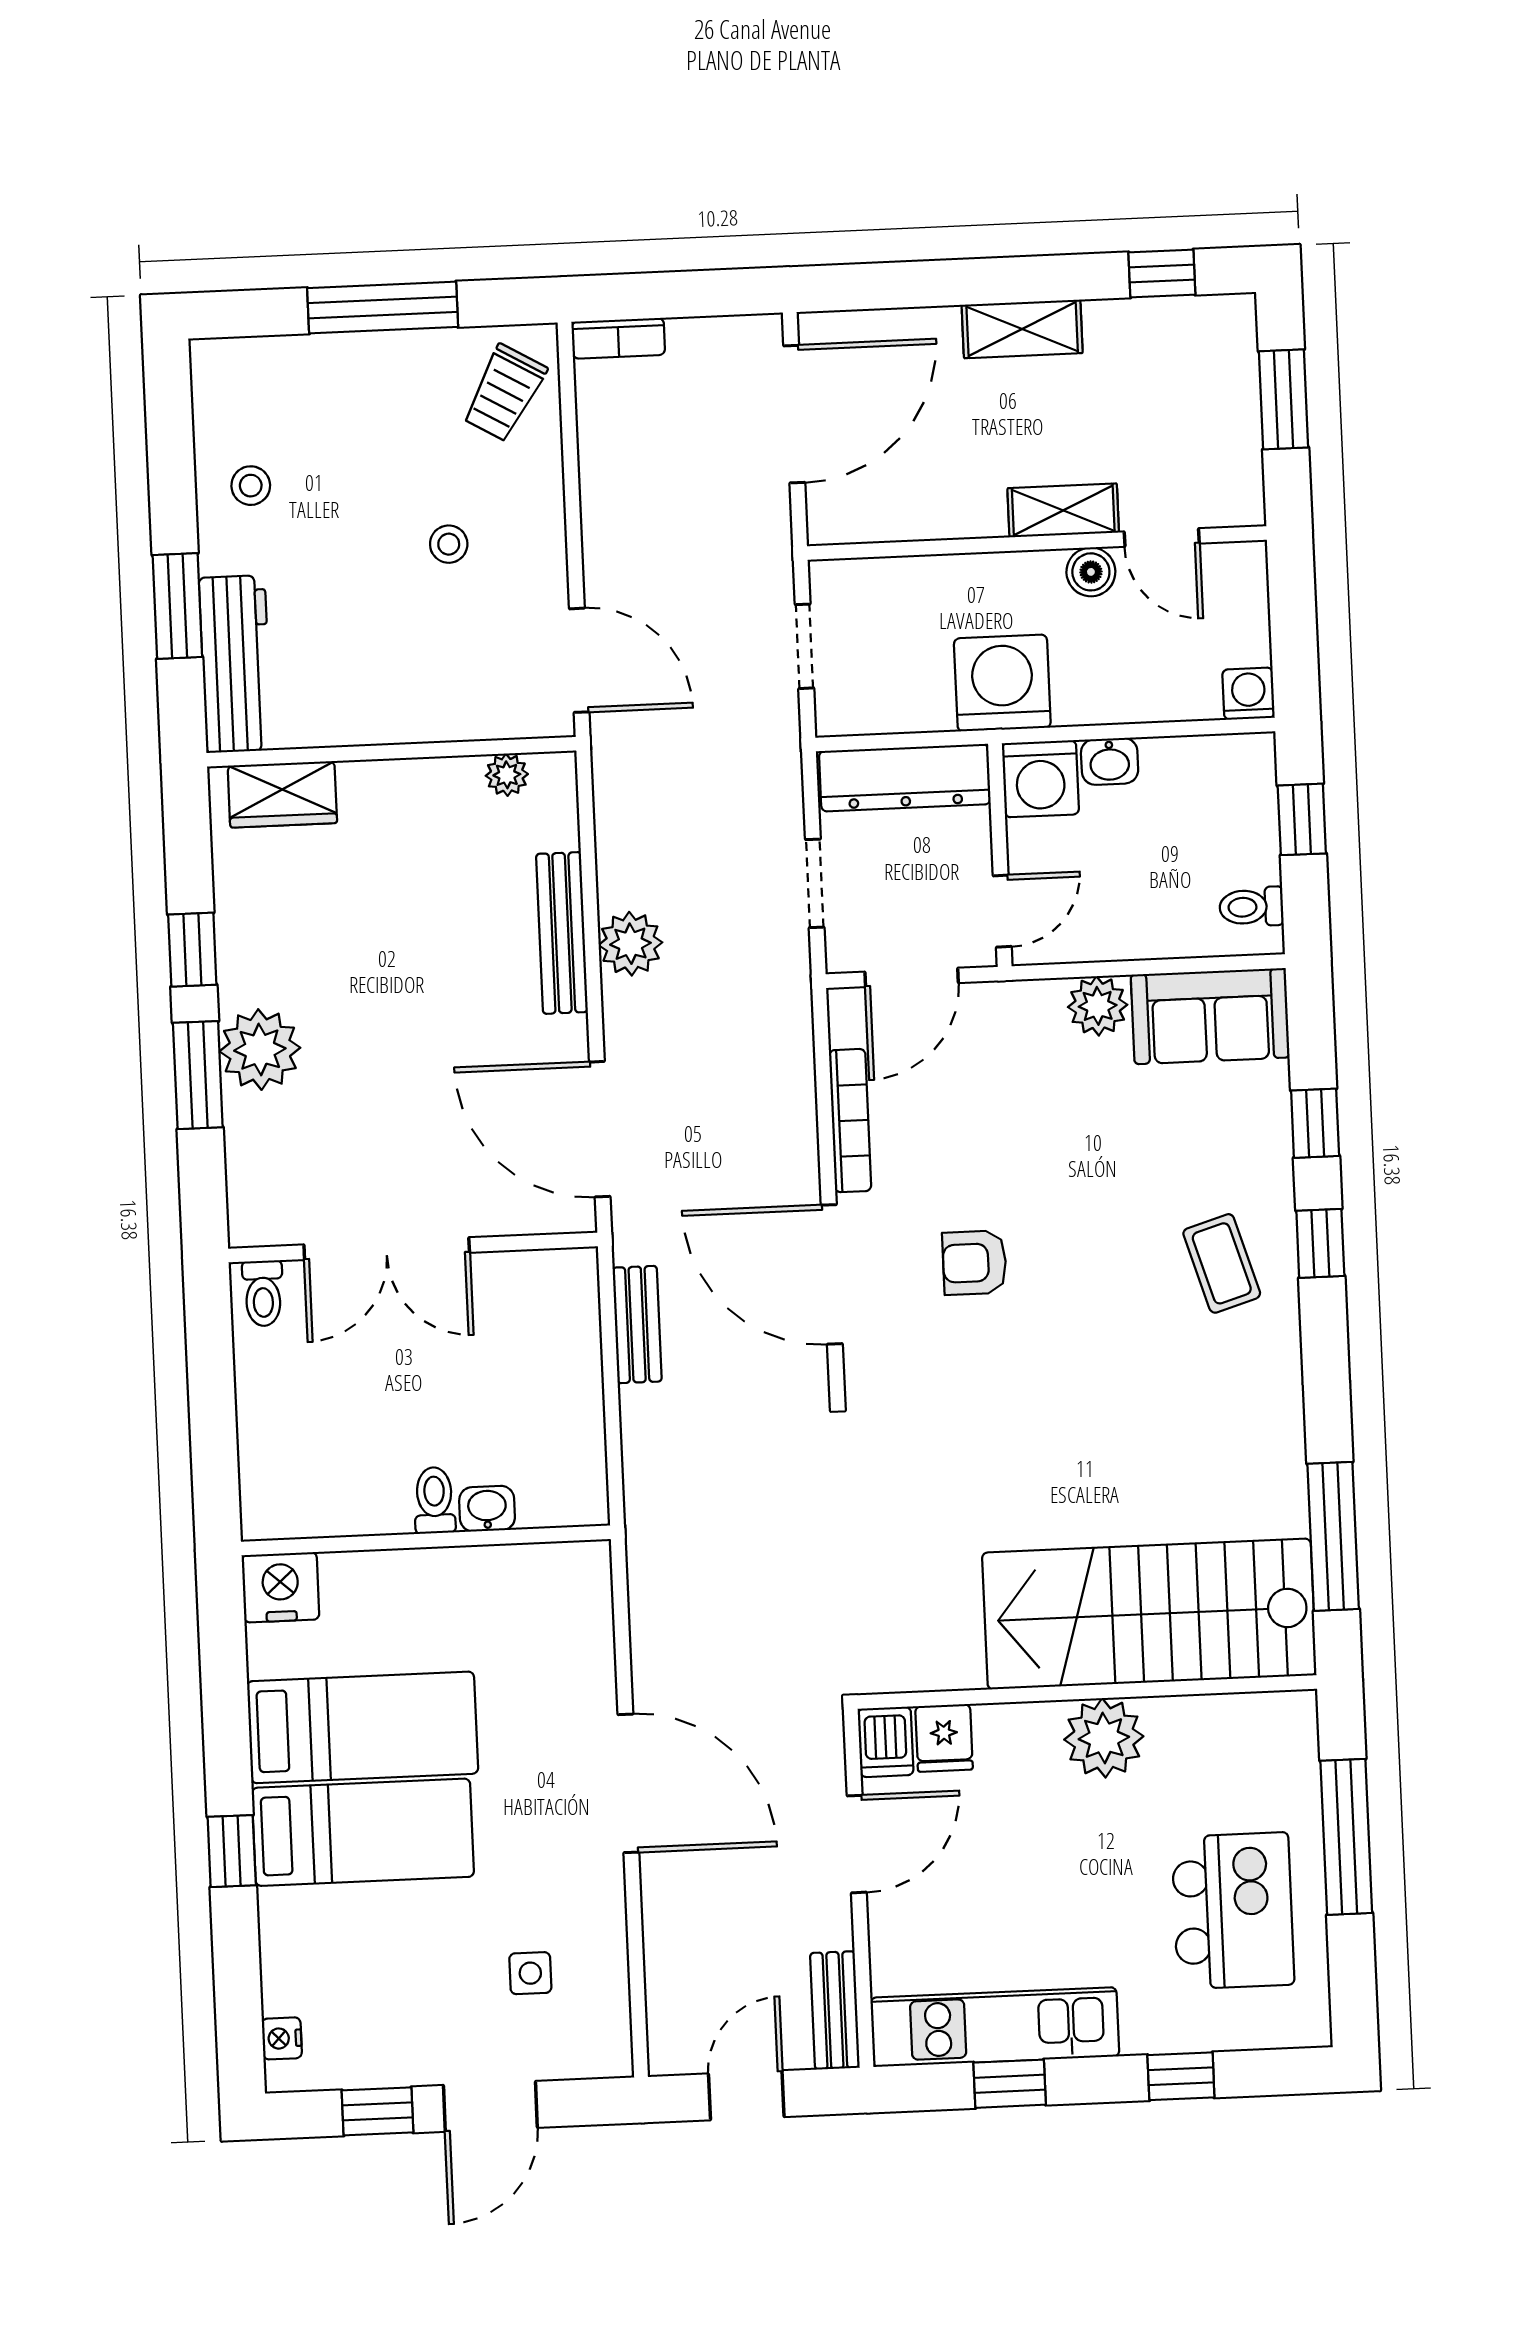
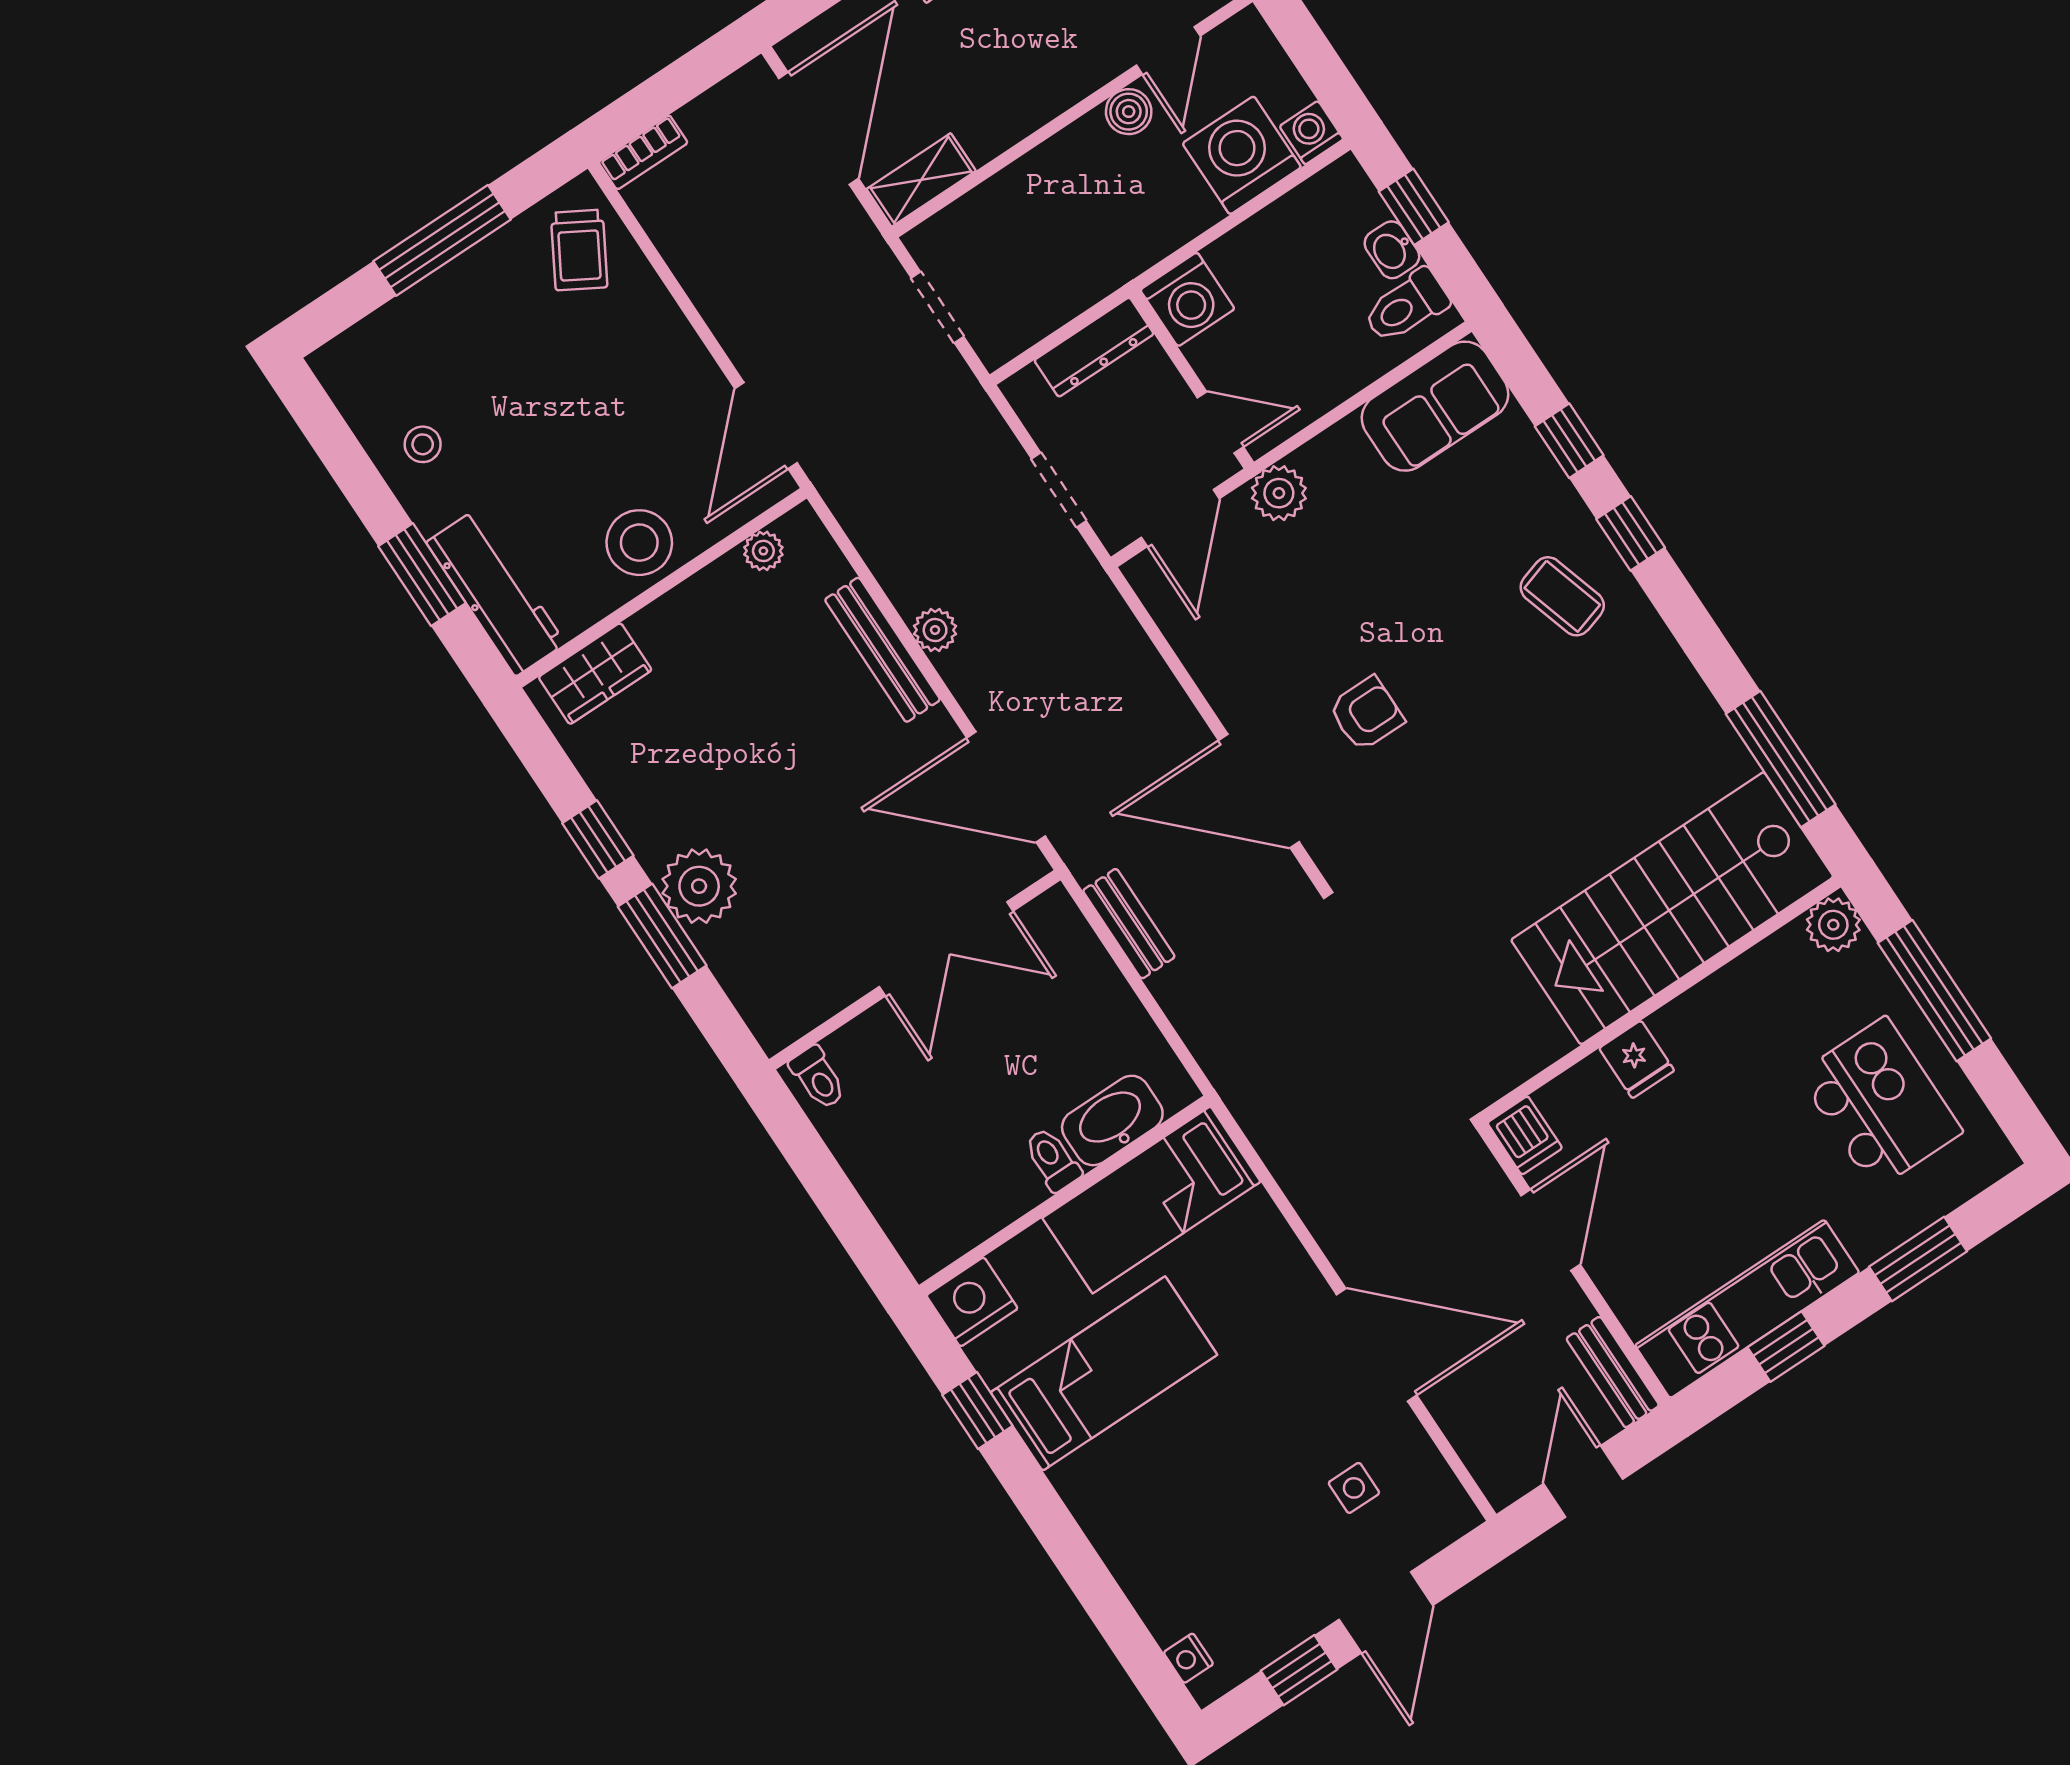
shelving: (1063, 510) -> (921, 180), moved
door: (1162, 538) -> (1168, 51), hinge flipped
stool: (449, 544) -> (639, 543), moved, width x1.89, depth x1.89
door: (579, 660) -> (766, 426), swing flipped
washing machine: (1002, 683) -> (1242, 155), moved
washbasin: (1110, 761) -> (1392, 250), moved, turned 90
dresser: (905, 778) -> (1094, 347), width x0.73, depth x0.80
toilet: (1251, 907) -> (1406, 306), width x1.37, depth x1.39
door: (1002, 911) -> (1220, 422), hinge flipped
plant: (630, 944) -> (935, 630), width x0.73, depth x0.73
plant: (1098, 1006) -> (1279, 493), moved
bookcase: (850, 1121) -> (1200, 661), removed
double door: (387, 1249) -> (946, 949), moved
armchair: (975, 1263) -> (1366, 714), turned 180
washbasin: (487, 1509) -> (1112, 1120), width x1.91, depth x1.45
fridge: (944, 1738) -> (1637, 1059), moved
plant: (1104, 1738) -> (1833, 925), moved, width x0.73, depth x0.73
door: (628, 1783) -> (1377, 1345), moved
bed: (363, 1832) -> (1151, 1200), moved, turned 180
window: (232, 1851) -> (977, 1410), moved
window: (1181, 2076) -> (1918, 1259), width x1.50

